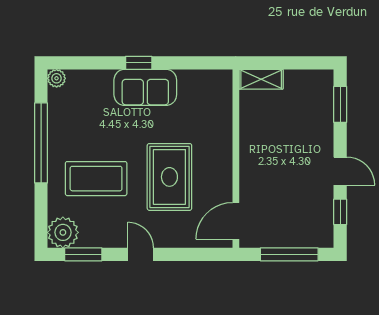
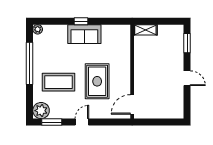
window: (340, 212) -> (187, 100), removed
door: (141, 254) -> (82, 122), hinge flipped
window: (289, 254) -> (160, 122), removed

